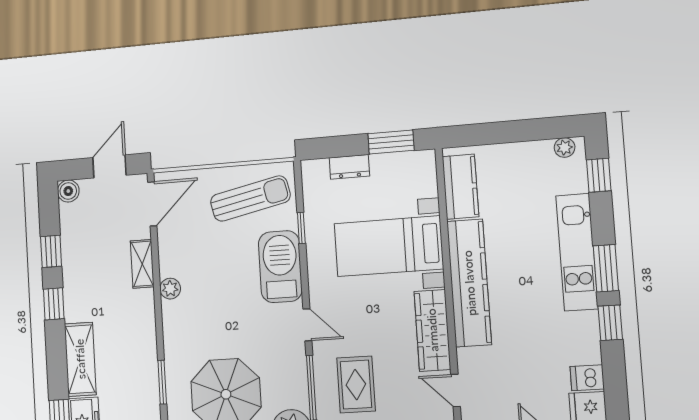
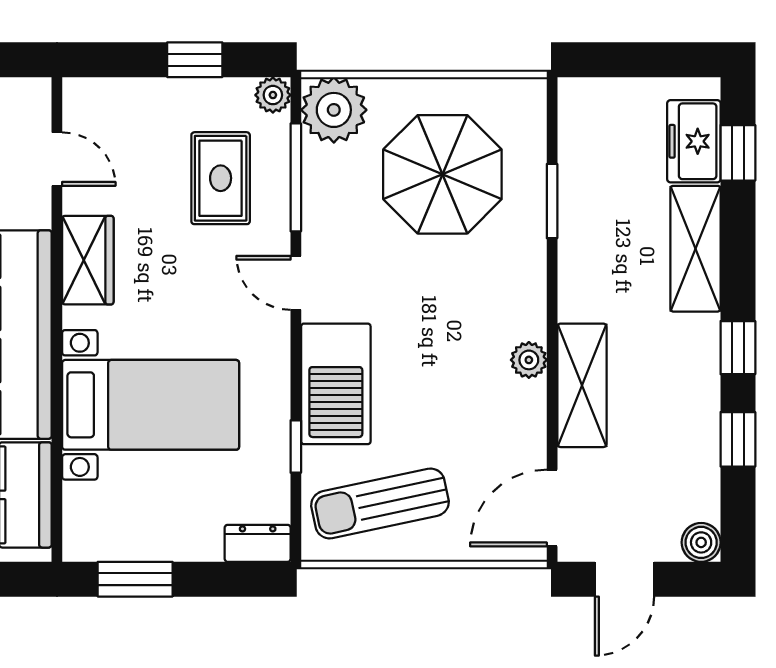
dresser: (349, 167) -> (258, 543), moved
shelving: (142, 264) -> (582, 385), width x1.50, depth x1.33
wardrobe: (432, 330) -> (88, 260), width x0.67

